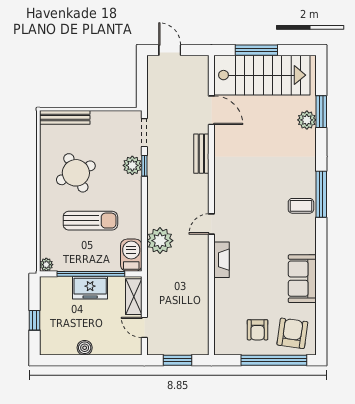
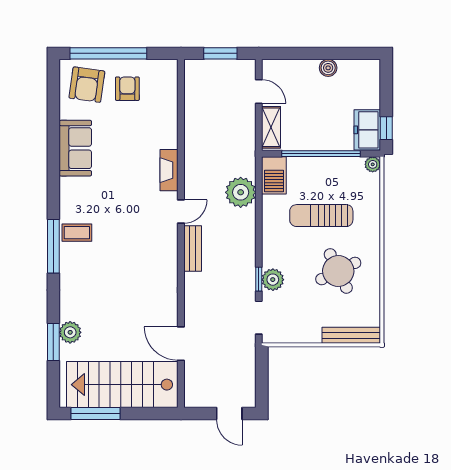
window: (256, 50) -> (95, 414), moved
bench: (201, 154) -> (193, 249), moved
freezer: (90, 288) -> (367, 130), moved, turned -90
window: (35, 320) -> (386, 128), moved

